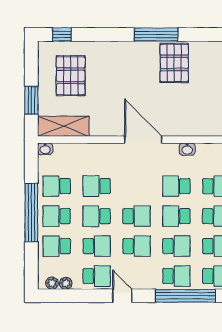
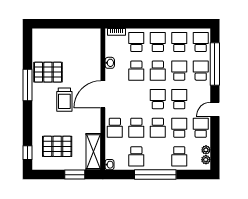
trolley: (136, 86) -> (64, 100), added
school desk: (57, 216) -> (115, 128), moved

